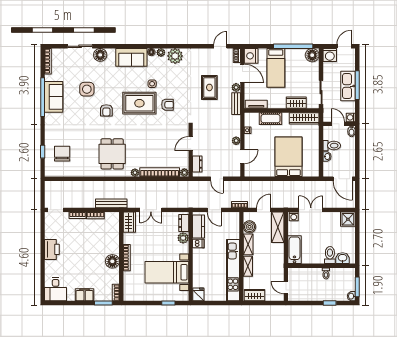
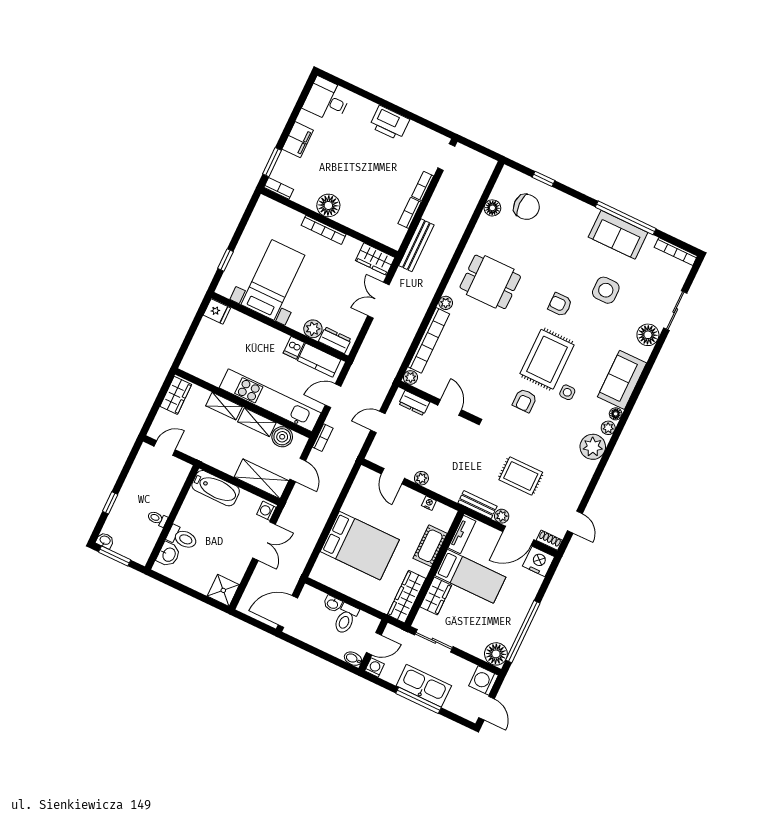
bed: (276, 68) -> (470, 576), moved, turned 180
floor lamp: (71, 172) -> (492, 208), added
kitchen unit: (233, 270) -> (270, 400), moved

